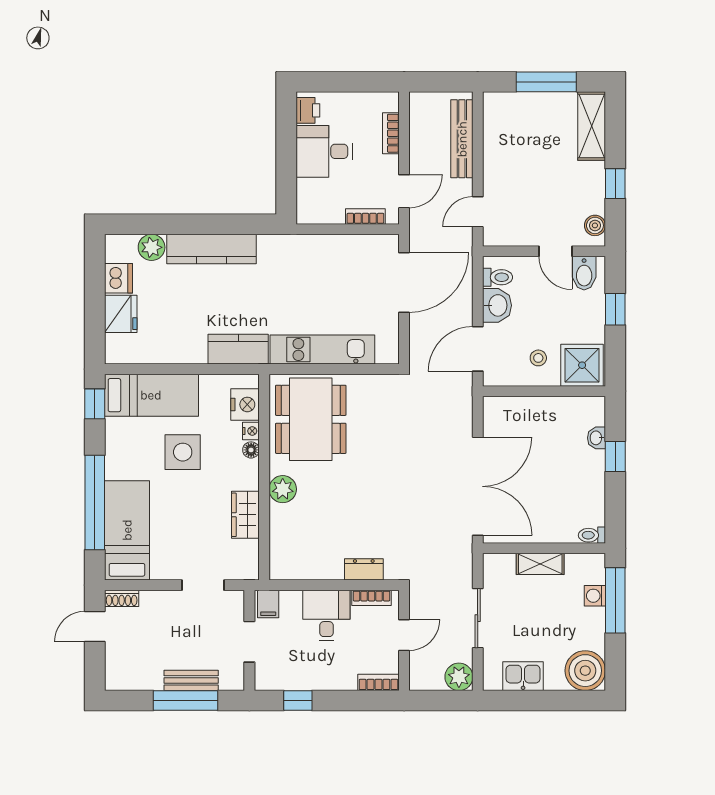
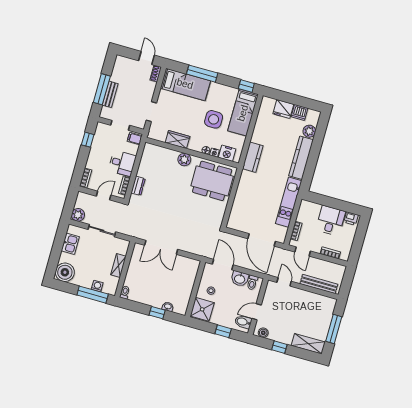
kitchen unit: (322, 349) -> (289, 202), moved, turned 180
double door: (478, 486) -> (161, 247), width x0.73
window: (95, 502) -> (202, 74), width x0.68
door: (404, 635) -> (104, 196), swing flipped

